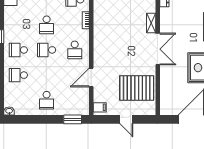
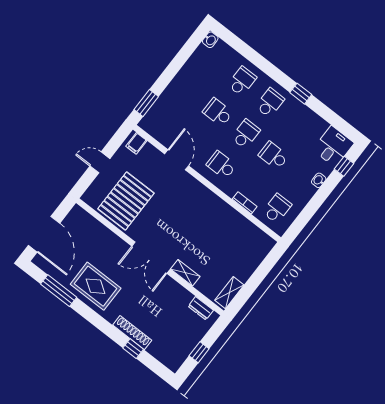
school desk: (47, 100) -> (218, 112), moved

